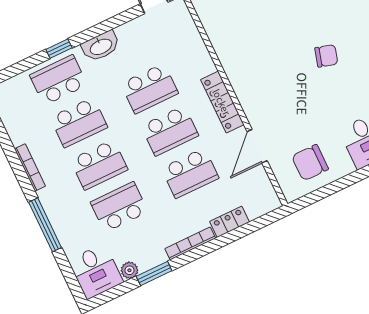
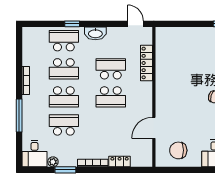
school desk: (149, 88) -> (111, 69), turned 180
locker: (222, 102) -> (147, 63), moved
school desk: (190, 173) -> (111, 125), removed

